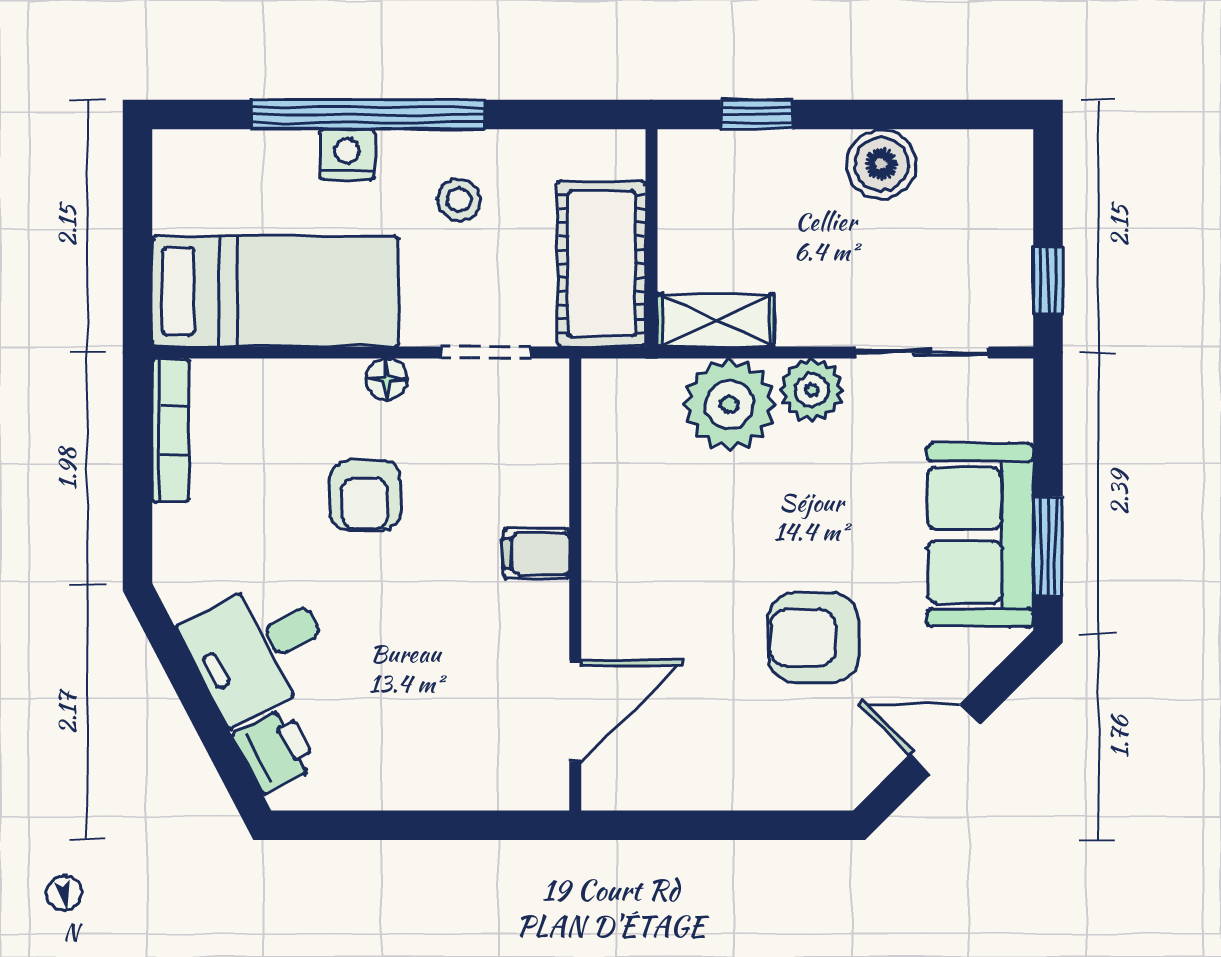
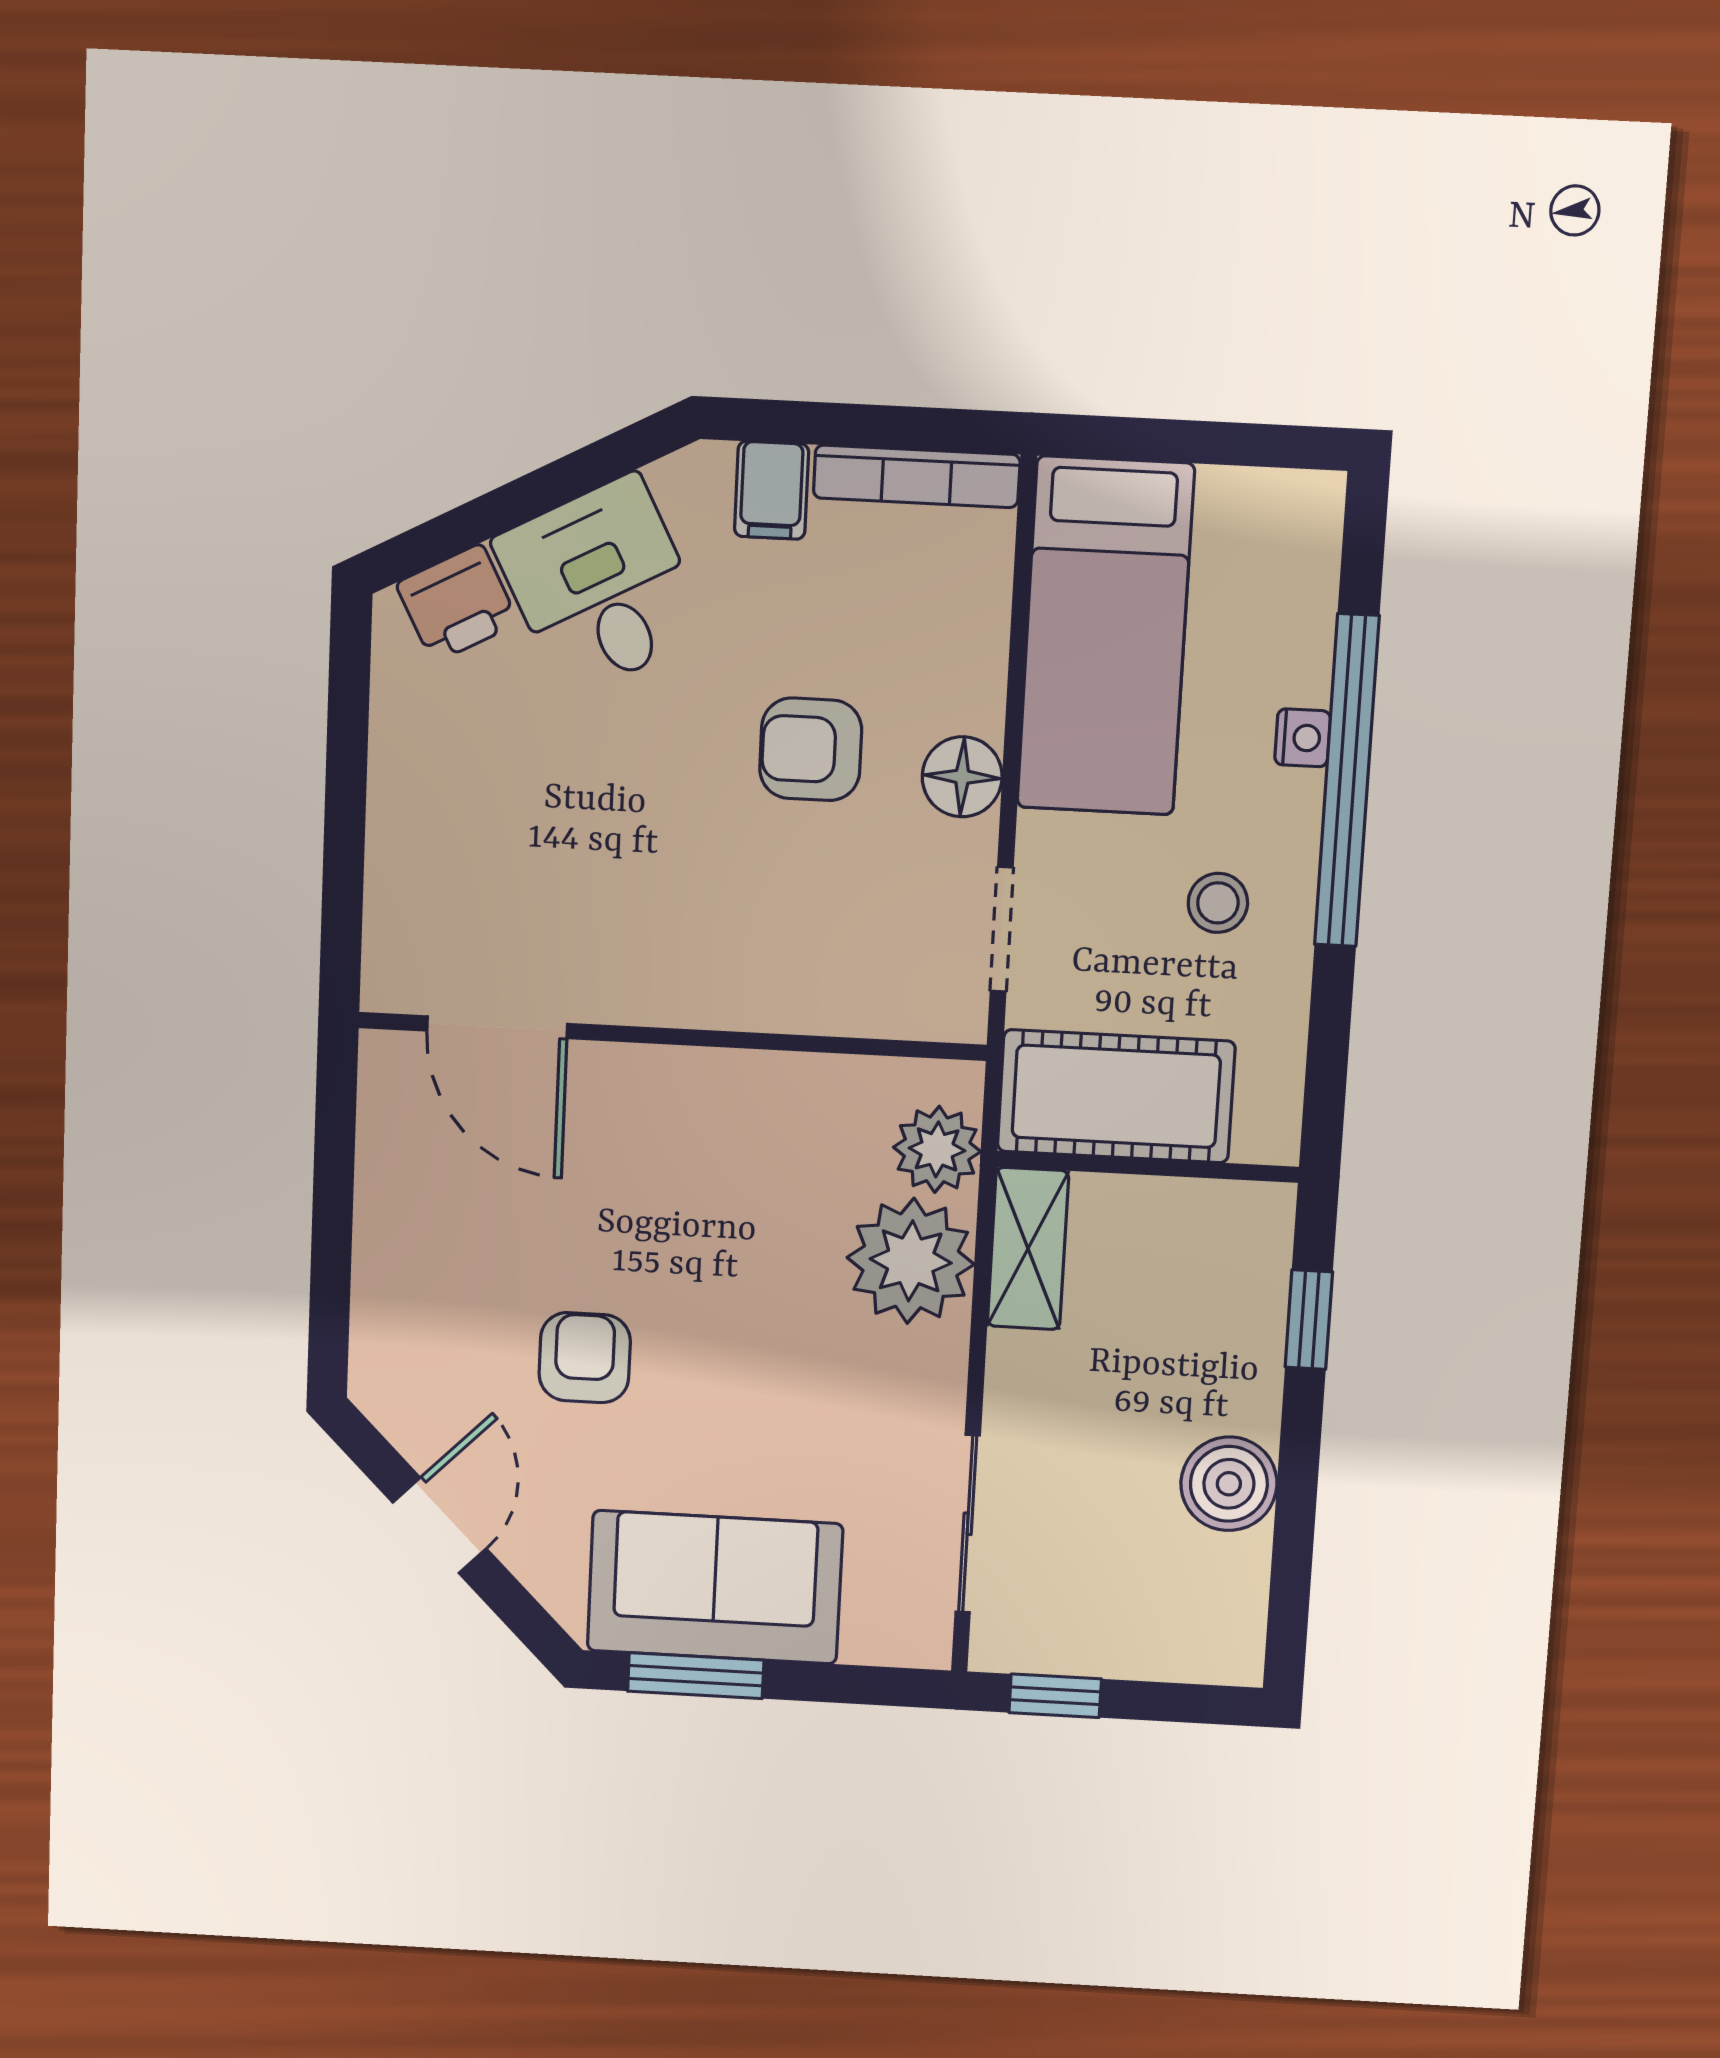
nightstand: (347, 154) -> (1303, 738), width x0.72, depth x0.74
floor lamp: (387, 379) -> (962, 777), width x1.37, depth x1.37
plant: (812, 390) -> (937, 1149), moved
filing cabinet: (536, 553) -> (772, 490), moved, turned 180
armchair: (814, 638) -> (585, 1358), width x0.72, depth x0.72

